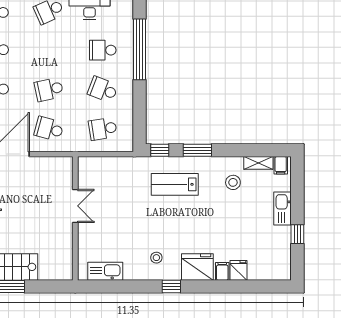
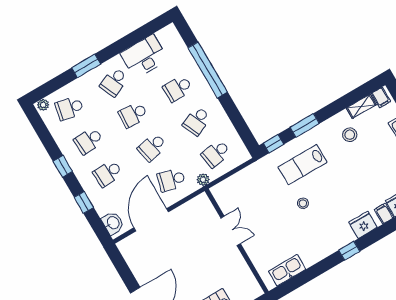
school desk: (49, 50) -> (133, 115), added
school desk: (103, 89) -> (197, 121), turned -45
plant: (78, 145) -> (203, 180), added
stool: (156, 258) -> (303, 203), moved
fridge: (197, 267) -> (363, 225), width x0.73, depth x0.75

